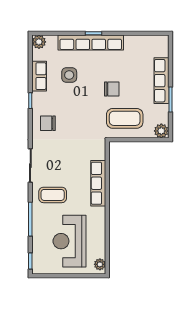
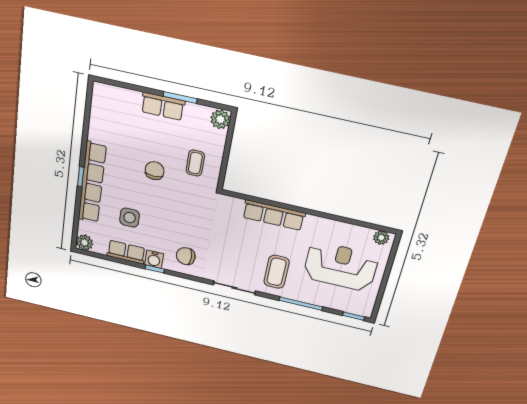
row of seats: (161, 81) -> (163, 106), width x0.68
water cooler: (39, 99) -> (154, 259), added
coffee table: (125, 118) -> (195, 163), width x0.54, depth x0.58
chair: (48, 123) -> (186, 256), turned 90
reception desk: (69, 241) -> (341, 266), turned 180

